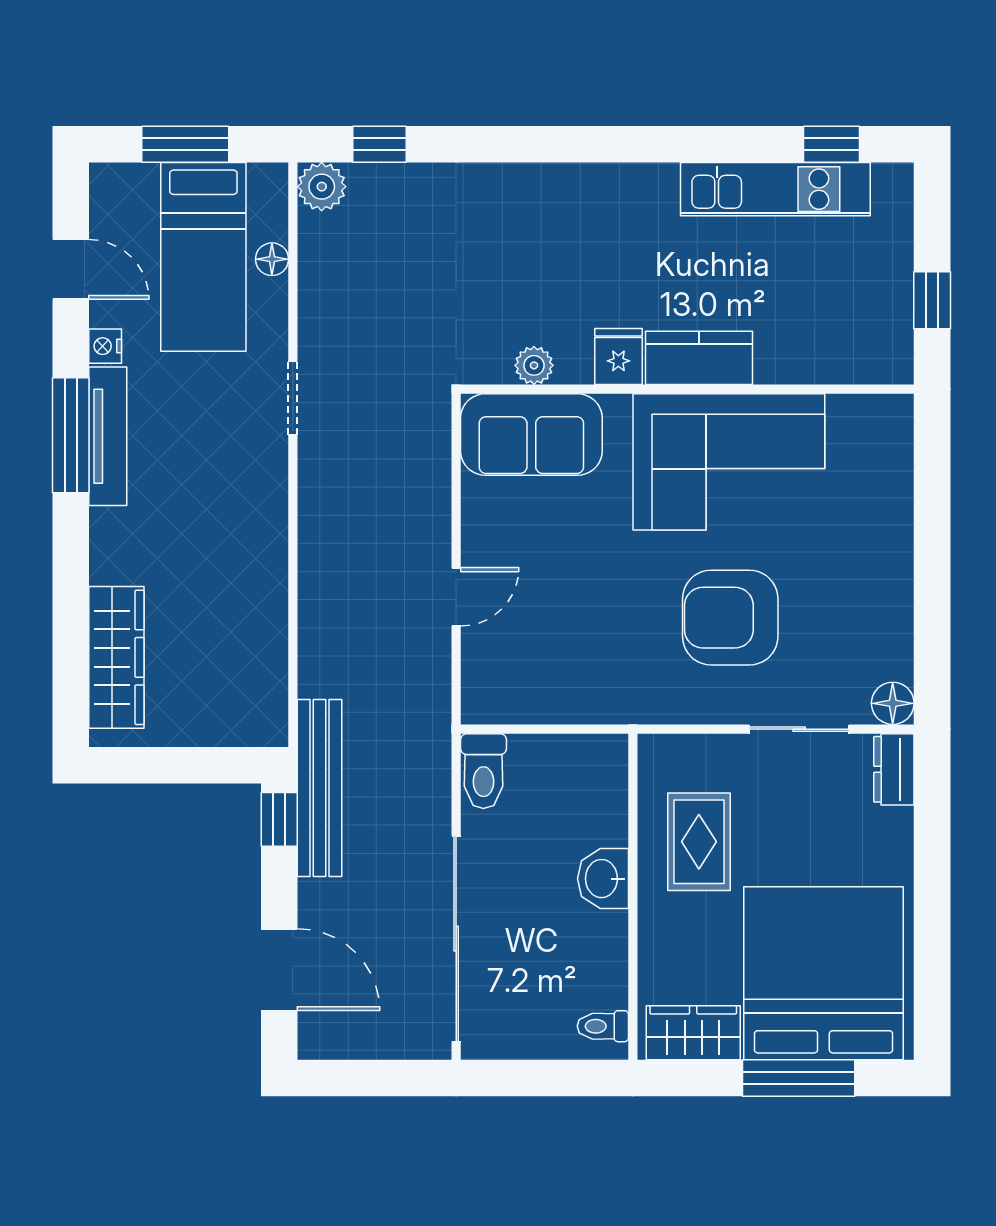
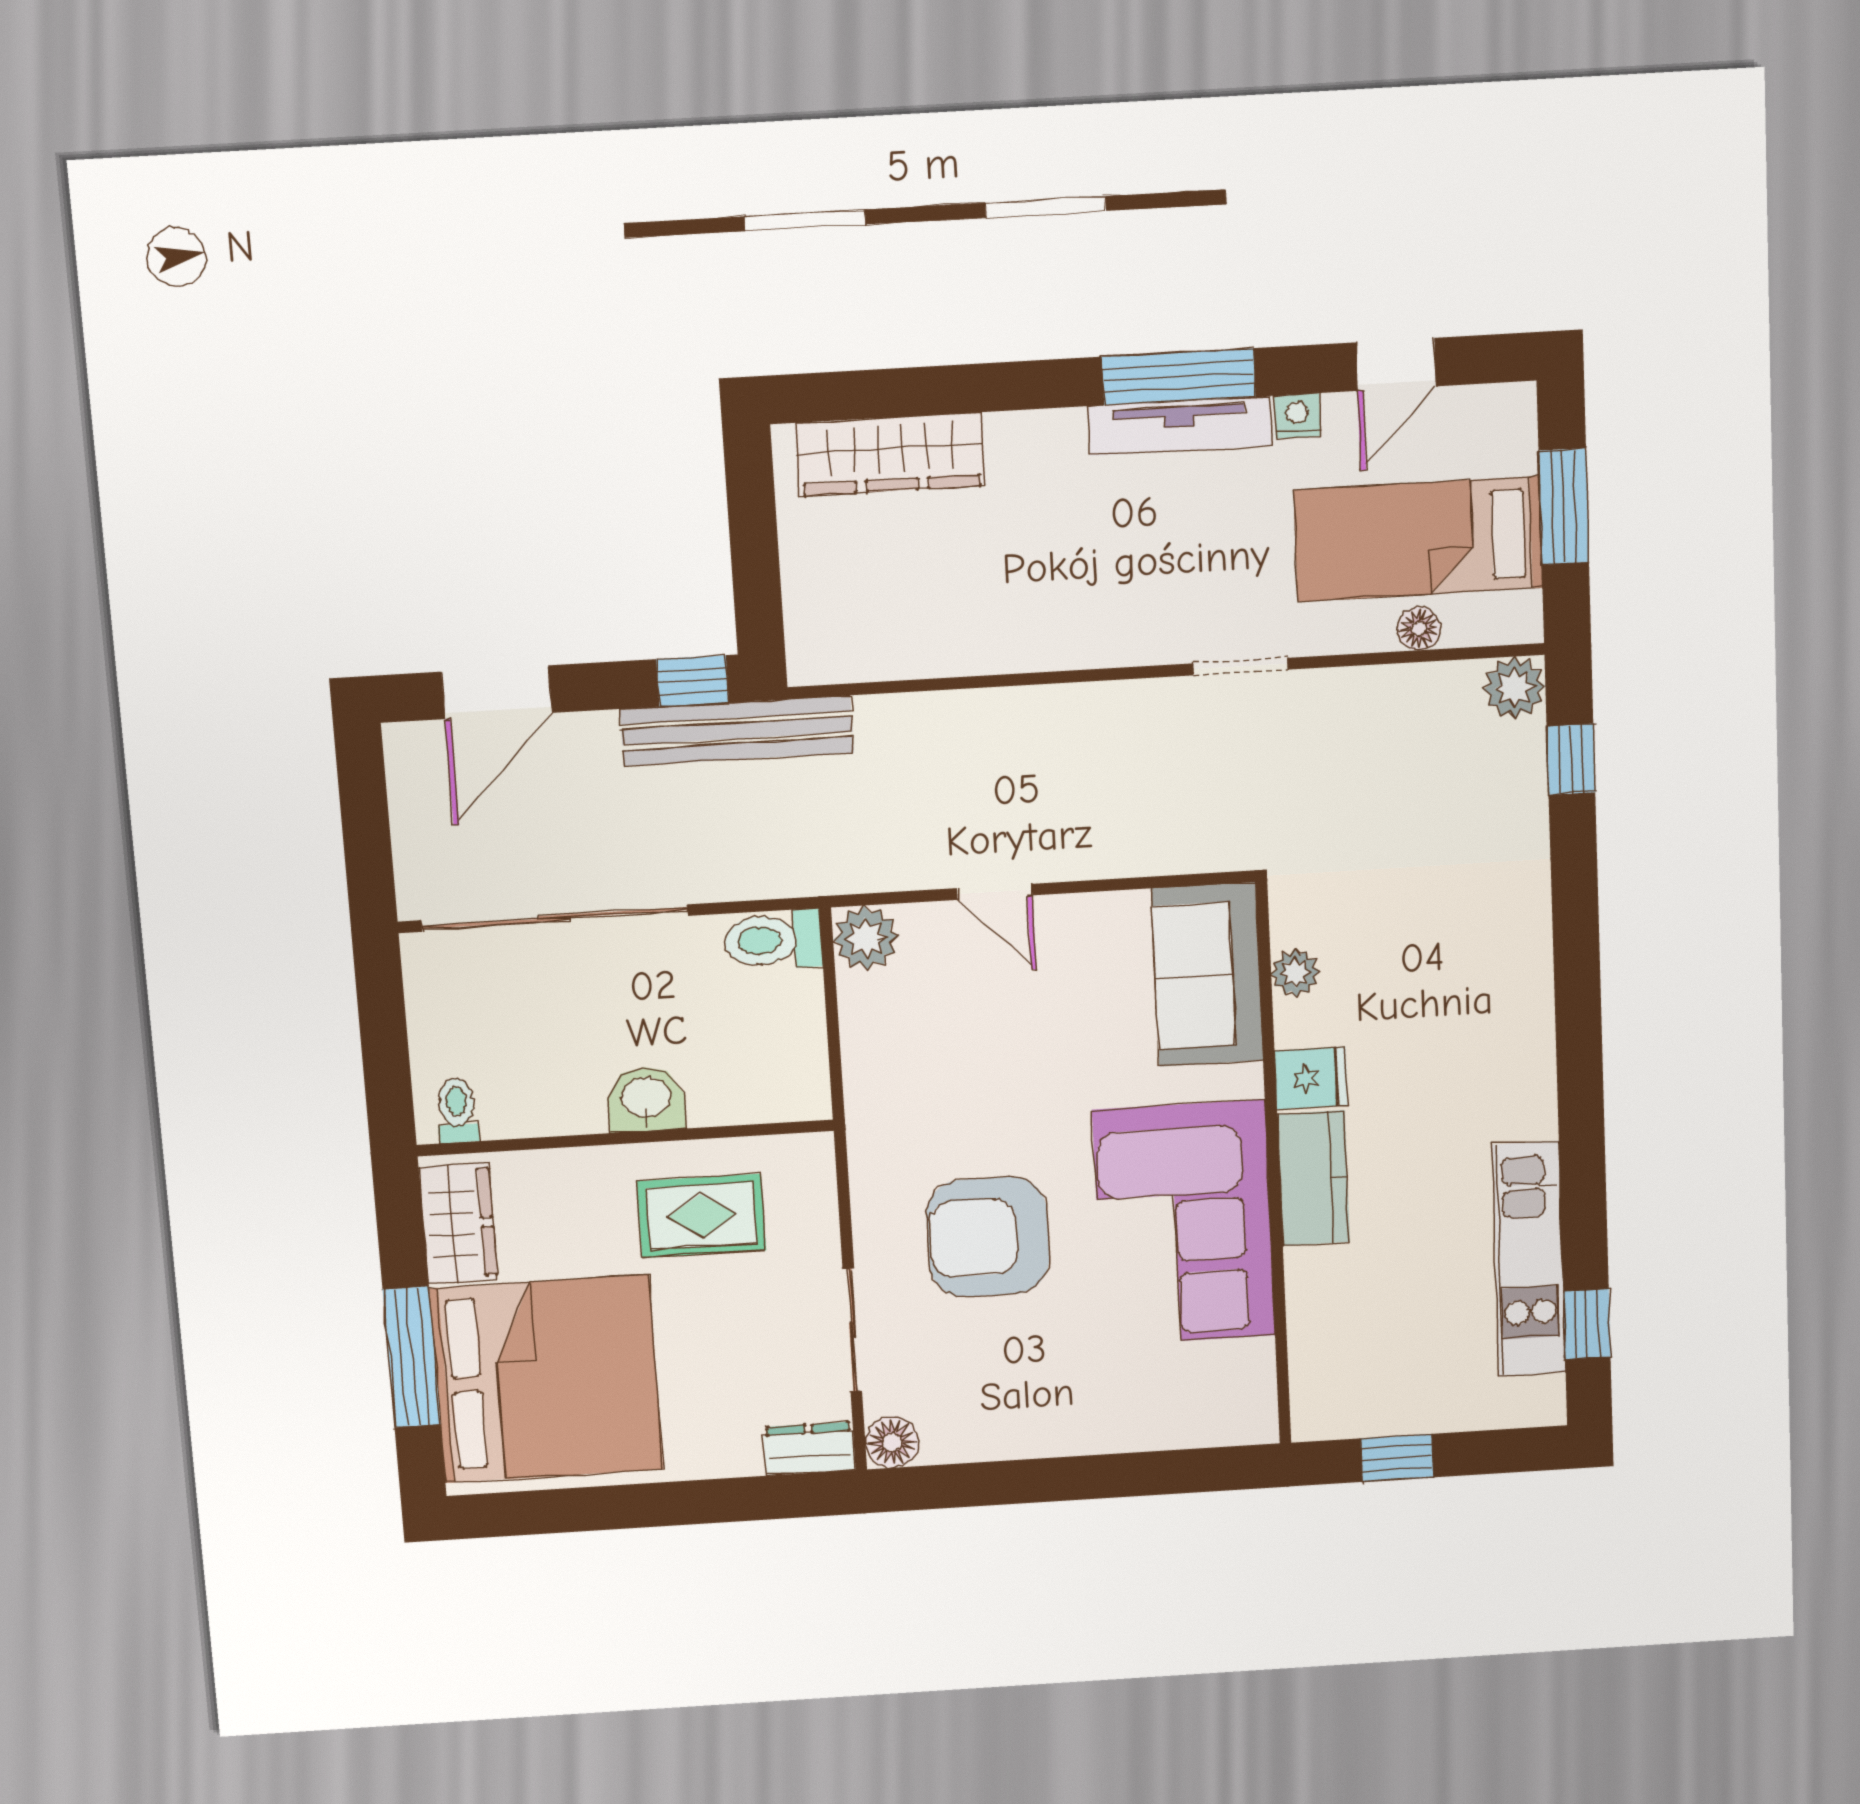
armchair: (730, 618) -> (988, 1237), turned -90
plant: (486, 699) -> (866, 938), added

